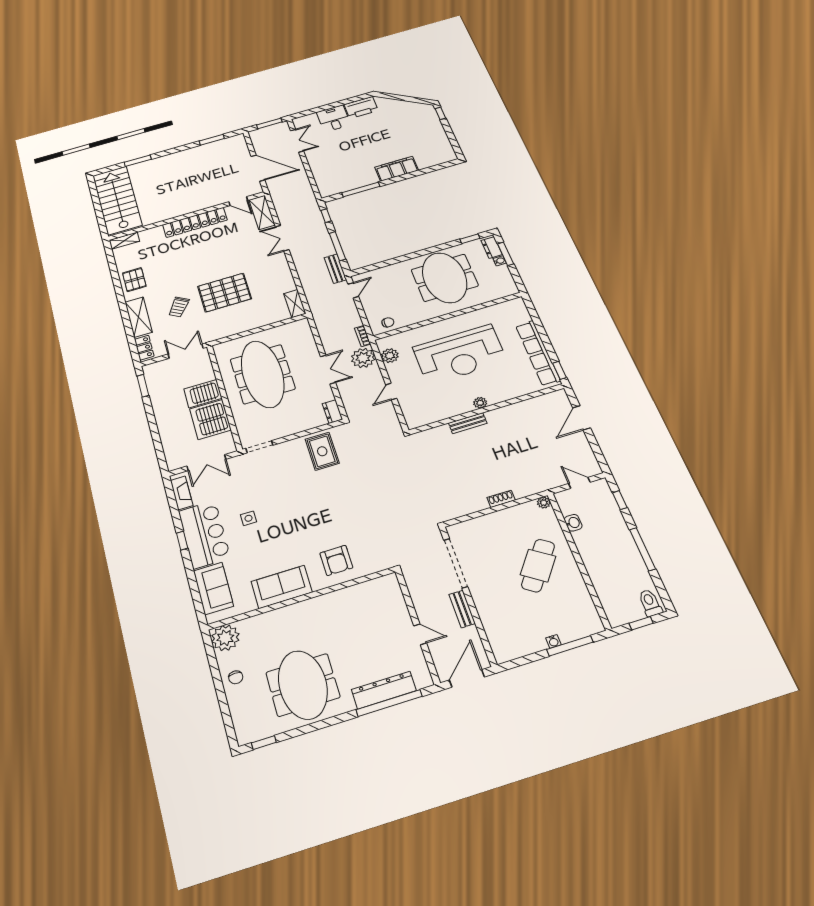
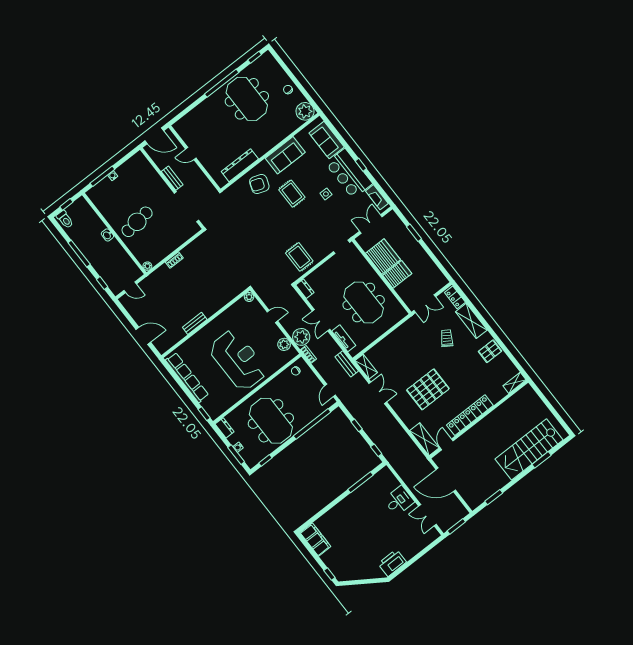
desk: (334, 119) -> (399, 501), moved, turned -90
filing cabinet: (397, 169) -> (315, 540), moved, turned -90
stairs: (117, 200) -> (529, 449), moved, turned 90
door: (238, 201) -> (447, 444), hinge flipped
double door: (282, 238) -> (378, 393), moved
window: (337, 246) -> (357, 425), width x0.46
dresser: (492, 247) -> (225, 428), moved
window: (393, 261) -> (312, 424), added
bench: (335, 269) -> (347, 364), moved
pallet: (134, 280) -> (490, 351), turned 90
pallet: (225, 292) -> (428, 389), moved
tv unit: (308, 342) -> (344, 338), added
reception desk: (460, 354) -> (238, 360), turned 90
window: (560, 370) -> (204, 414), moved
meeting table: (263, 374) -> (364, 302), width x0.73
window: (143, 386) -> (414, 233), moved
door: (391, 392) -> (272, 316), hinge flipped
plant: (480, 403) -> (249, 297), moved
door: (582, 418) -> (143, 336), hinge flipped
bench: (468, 423) -> (195, 323), moved
washbasin: (573, 523) -> (107, 235), moved
rug: (296, 534) -> (292, 194), added
armchair: (336, 560) -> (259, 184), turned -70
cafe table: (538, 566) -> (137, 222), turned 47
door: (467, 678) -> (154, 136), hinge flipped
dresser: (384, 690) -> (240, 165), moved, turned 180
window: (389, 703) -> (222, 83), moved

